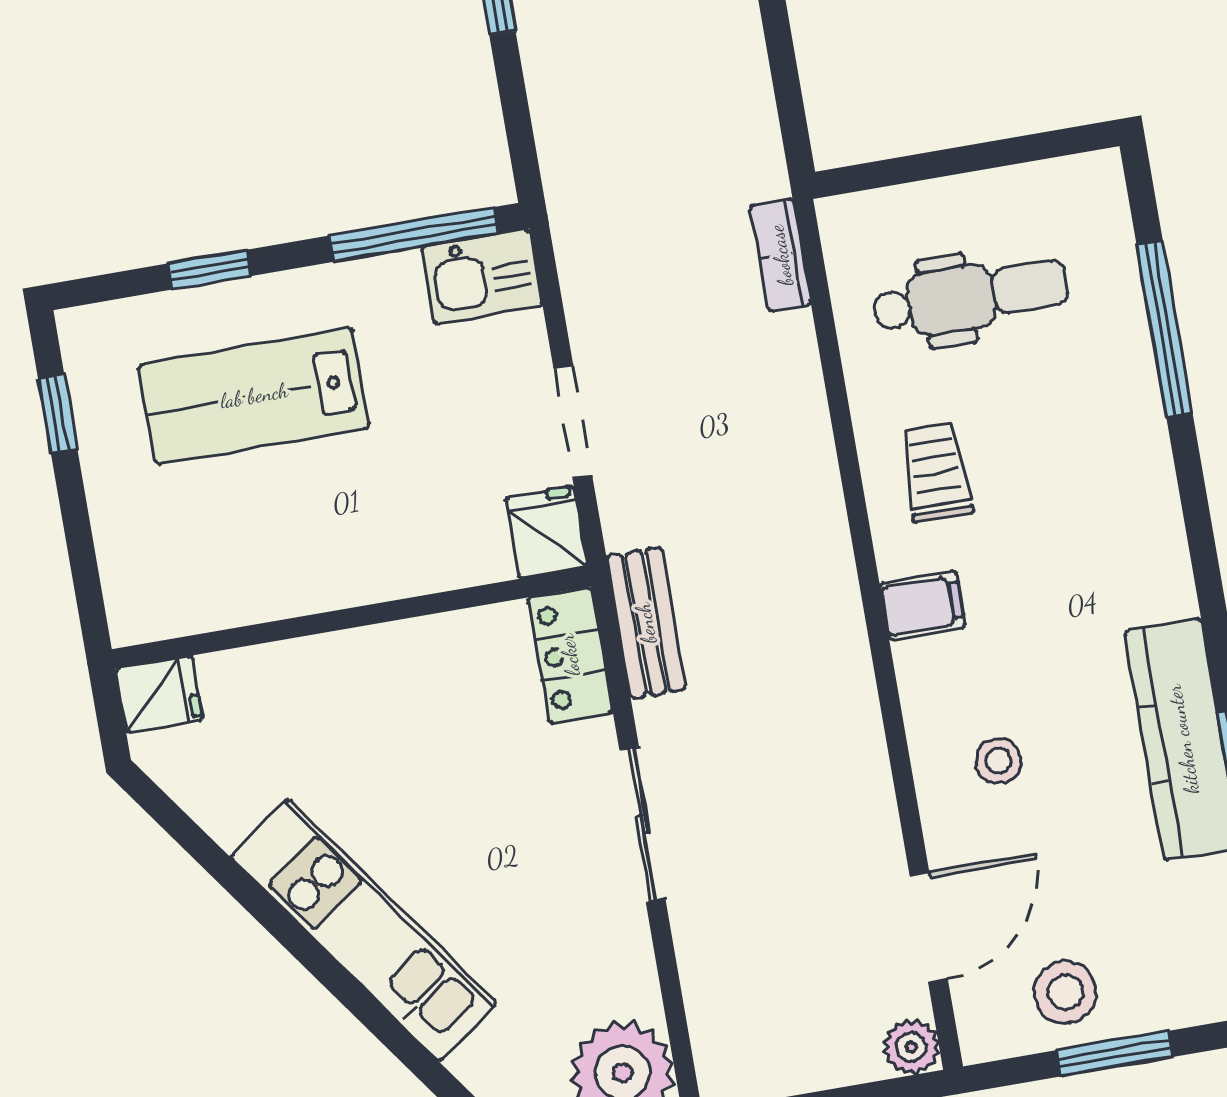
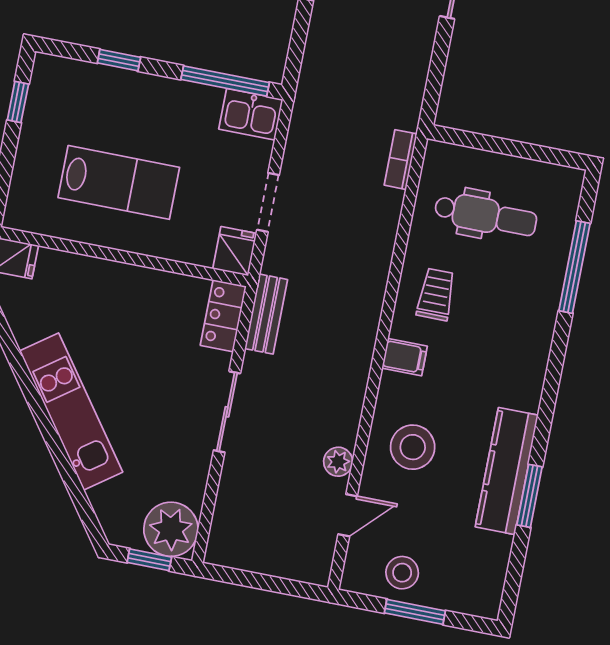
lab bench: (254, 396) -> (119, 182), moved, turned 180
stool: (998, 761) -> (413, 447), width x1.89, depth x1.89
door: (929, 927) -> (348, 515), width x0.73
plant: (911, 1047) -> (338, 462), moved

